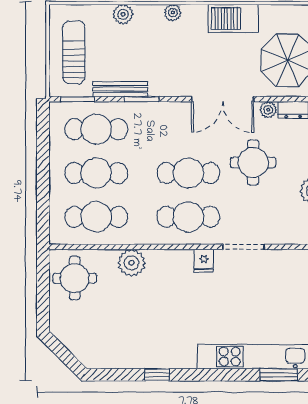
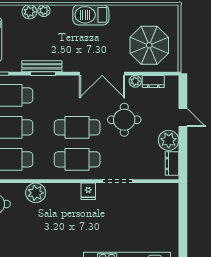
plant: (173, 13) -> (44, 11), moved
barbecue: (233, 19) -> (91, 15), moved
bench: (120, 89) -> (42, 66), moved

